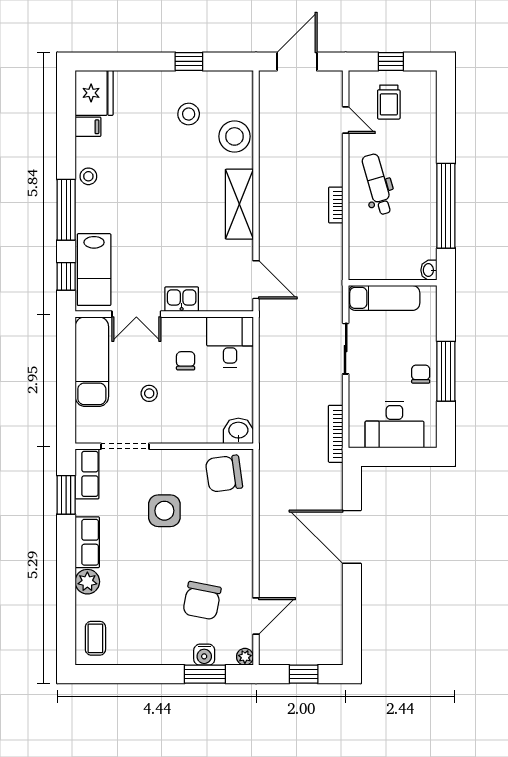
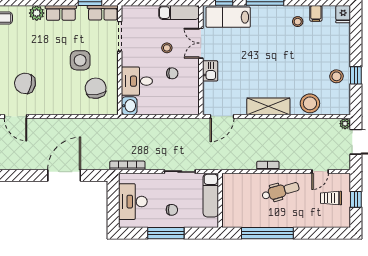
plant: (267, 79) -> (345, 124), added
fridge: (94, 93) -> (343, 14), width x0.53, depth x0.75
stool: (189, 114) -> (336, 76), moved
stool: (88, 176) -> (298, 22), moved
washbasin: (429, 270) -> (228, 223), removed
desk: (230, 342) -> (137, 81), moved, turned 180
exam couch: (92, 362) -> (179, 13), width x0.73, depth x0.69
chair: (421, 374) -> (172, 210), moved
stool: (149, 393) -> (167, 48), moved
chair: (224, 474) -> (96, 88), moved

